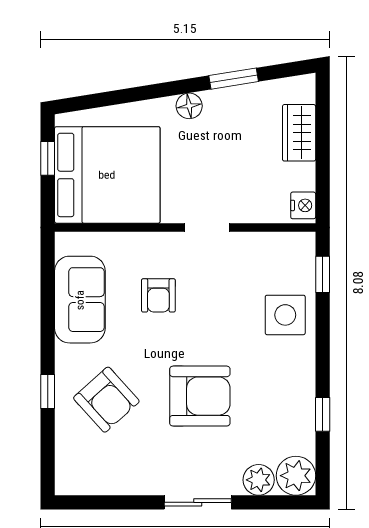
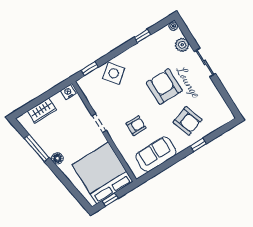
window: (234, 79) -> (37, 148), width x1.44
side table: (285, 315) -> (114, 73), turned -38
armchair: (106, 400) -> (187, 121), turned 113
plant: (296, 476) -> (173, 26), width x0.53, depth x0.53

